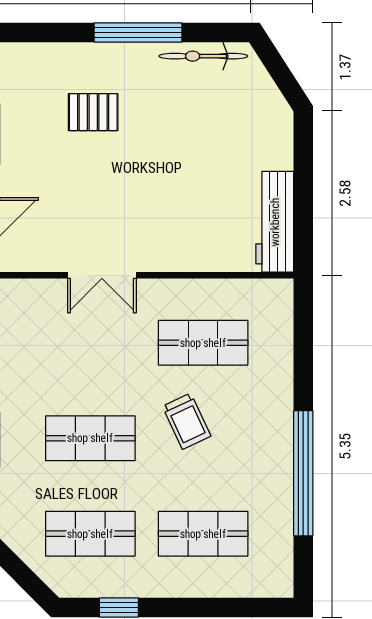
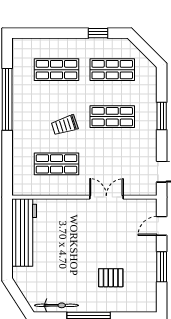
workbench: (275, 222) -> (24, 233), width x1.36, depth x1.32
trolley: (187, 421) -> (65, 125), turned -83

